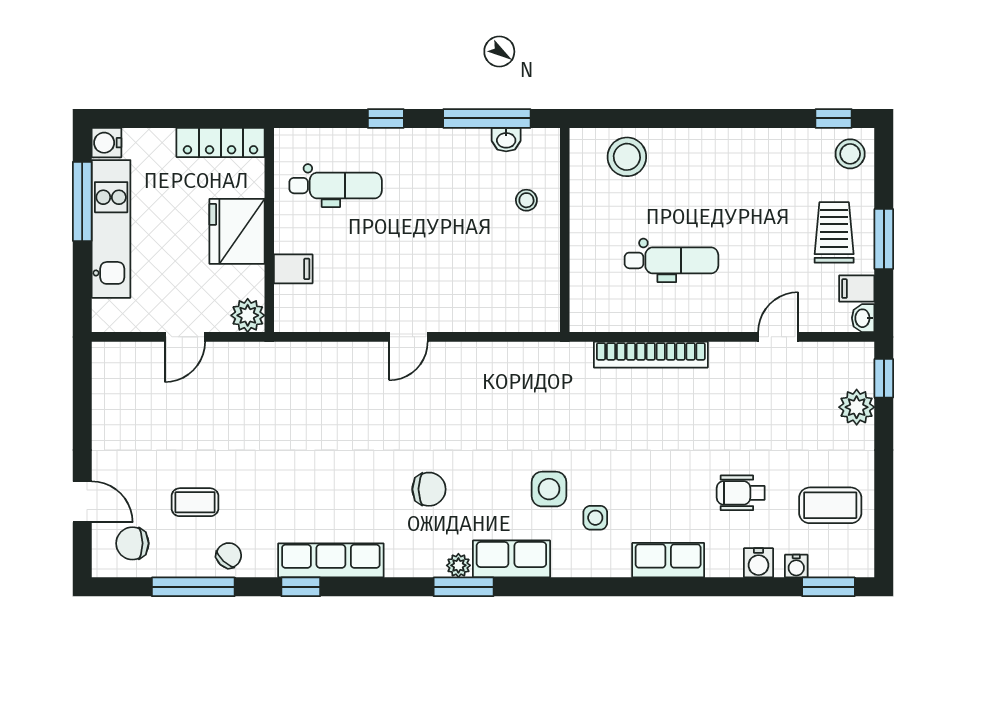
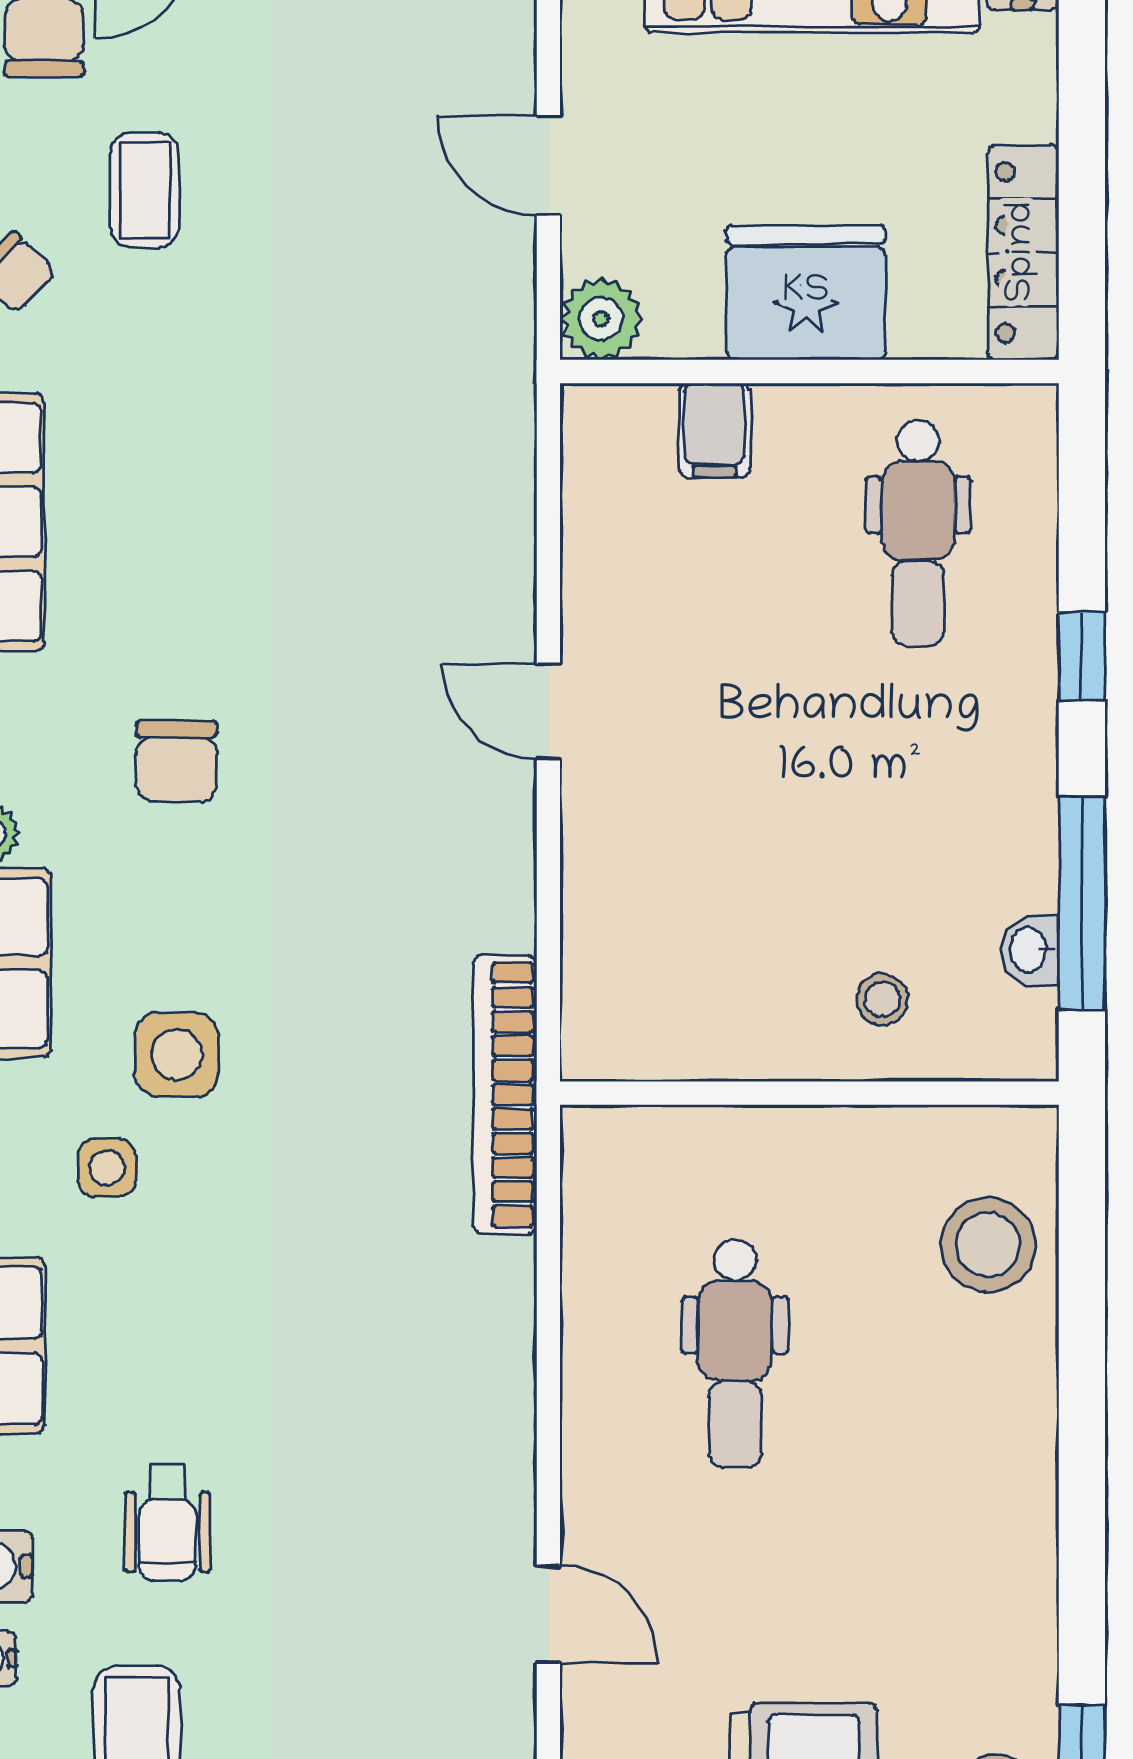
bookcase: (651, 355) -> (505, 1095), moved
wheelchair: (741, 493) -> (168, 1523), turned 180

